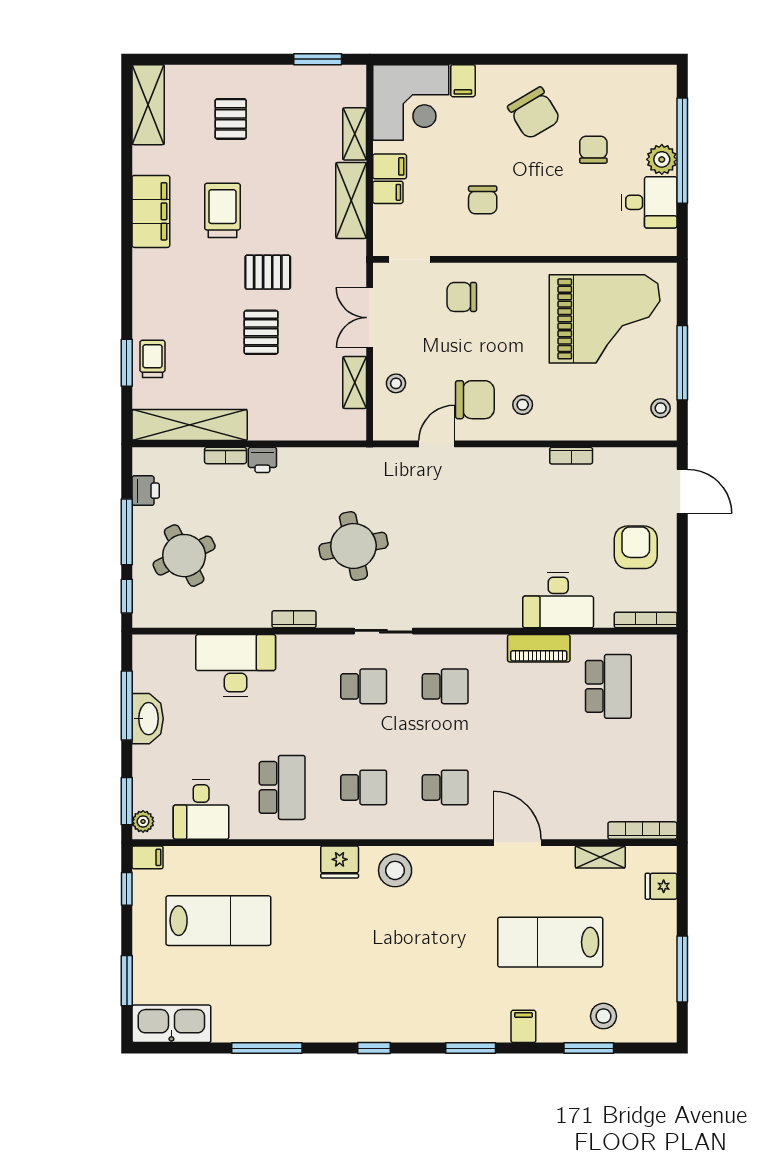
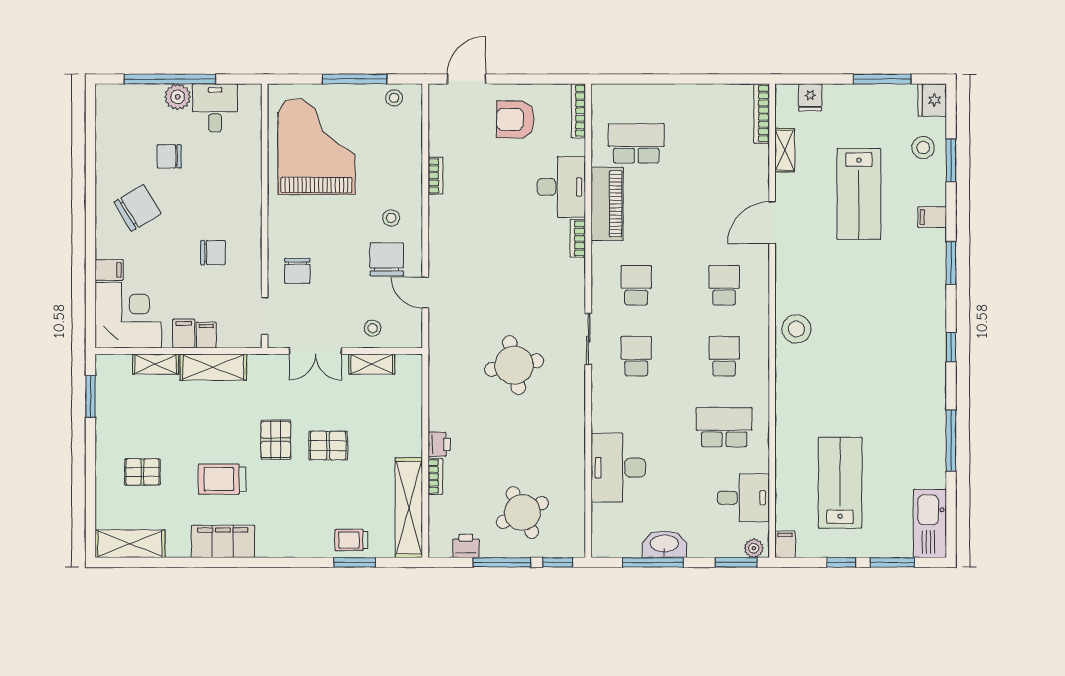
bookcase: (294, 619) -> (578, 238), moved
piano: (539, 648) -> (607, 204), width x1.37, depth x1.33
fridge: (340, 862) -> (932, 100), moved, turned 180
window: (127, 889) -> (841, 562), moved

